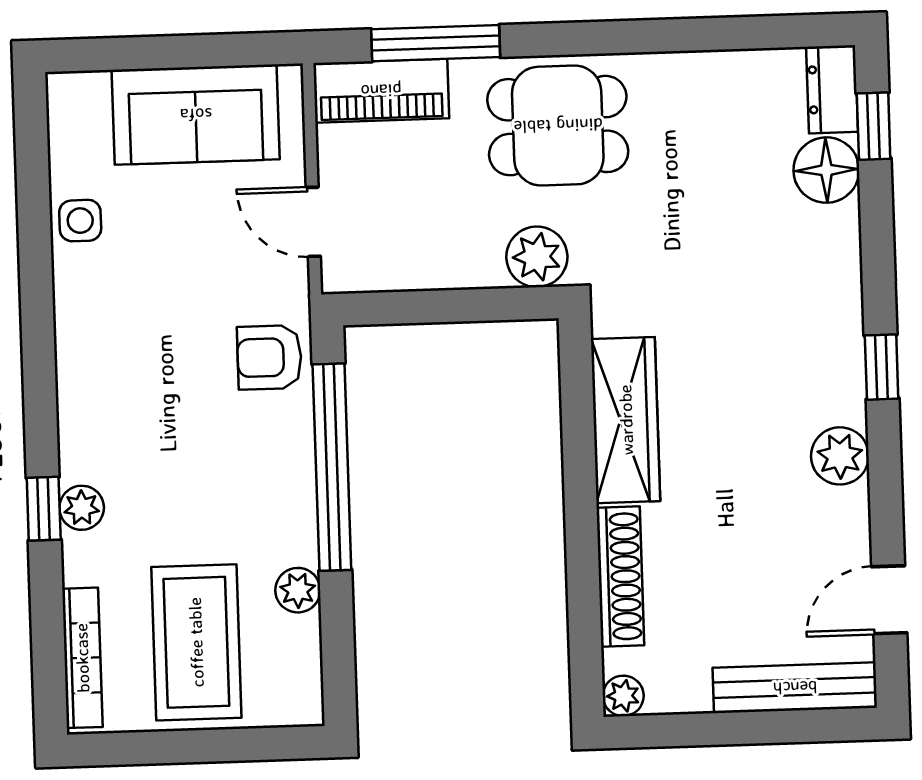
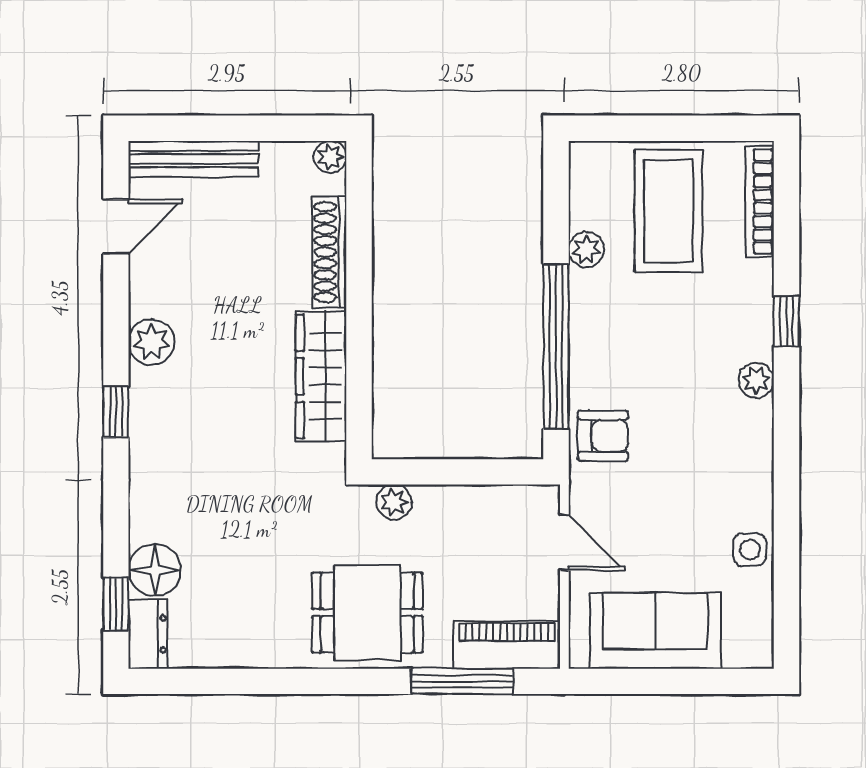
plant: (537, 257) -> (394, 502), width x0.73, depth x0.73
plant: (82, 508) -> (756, 380), moved

